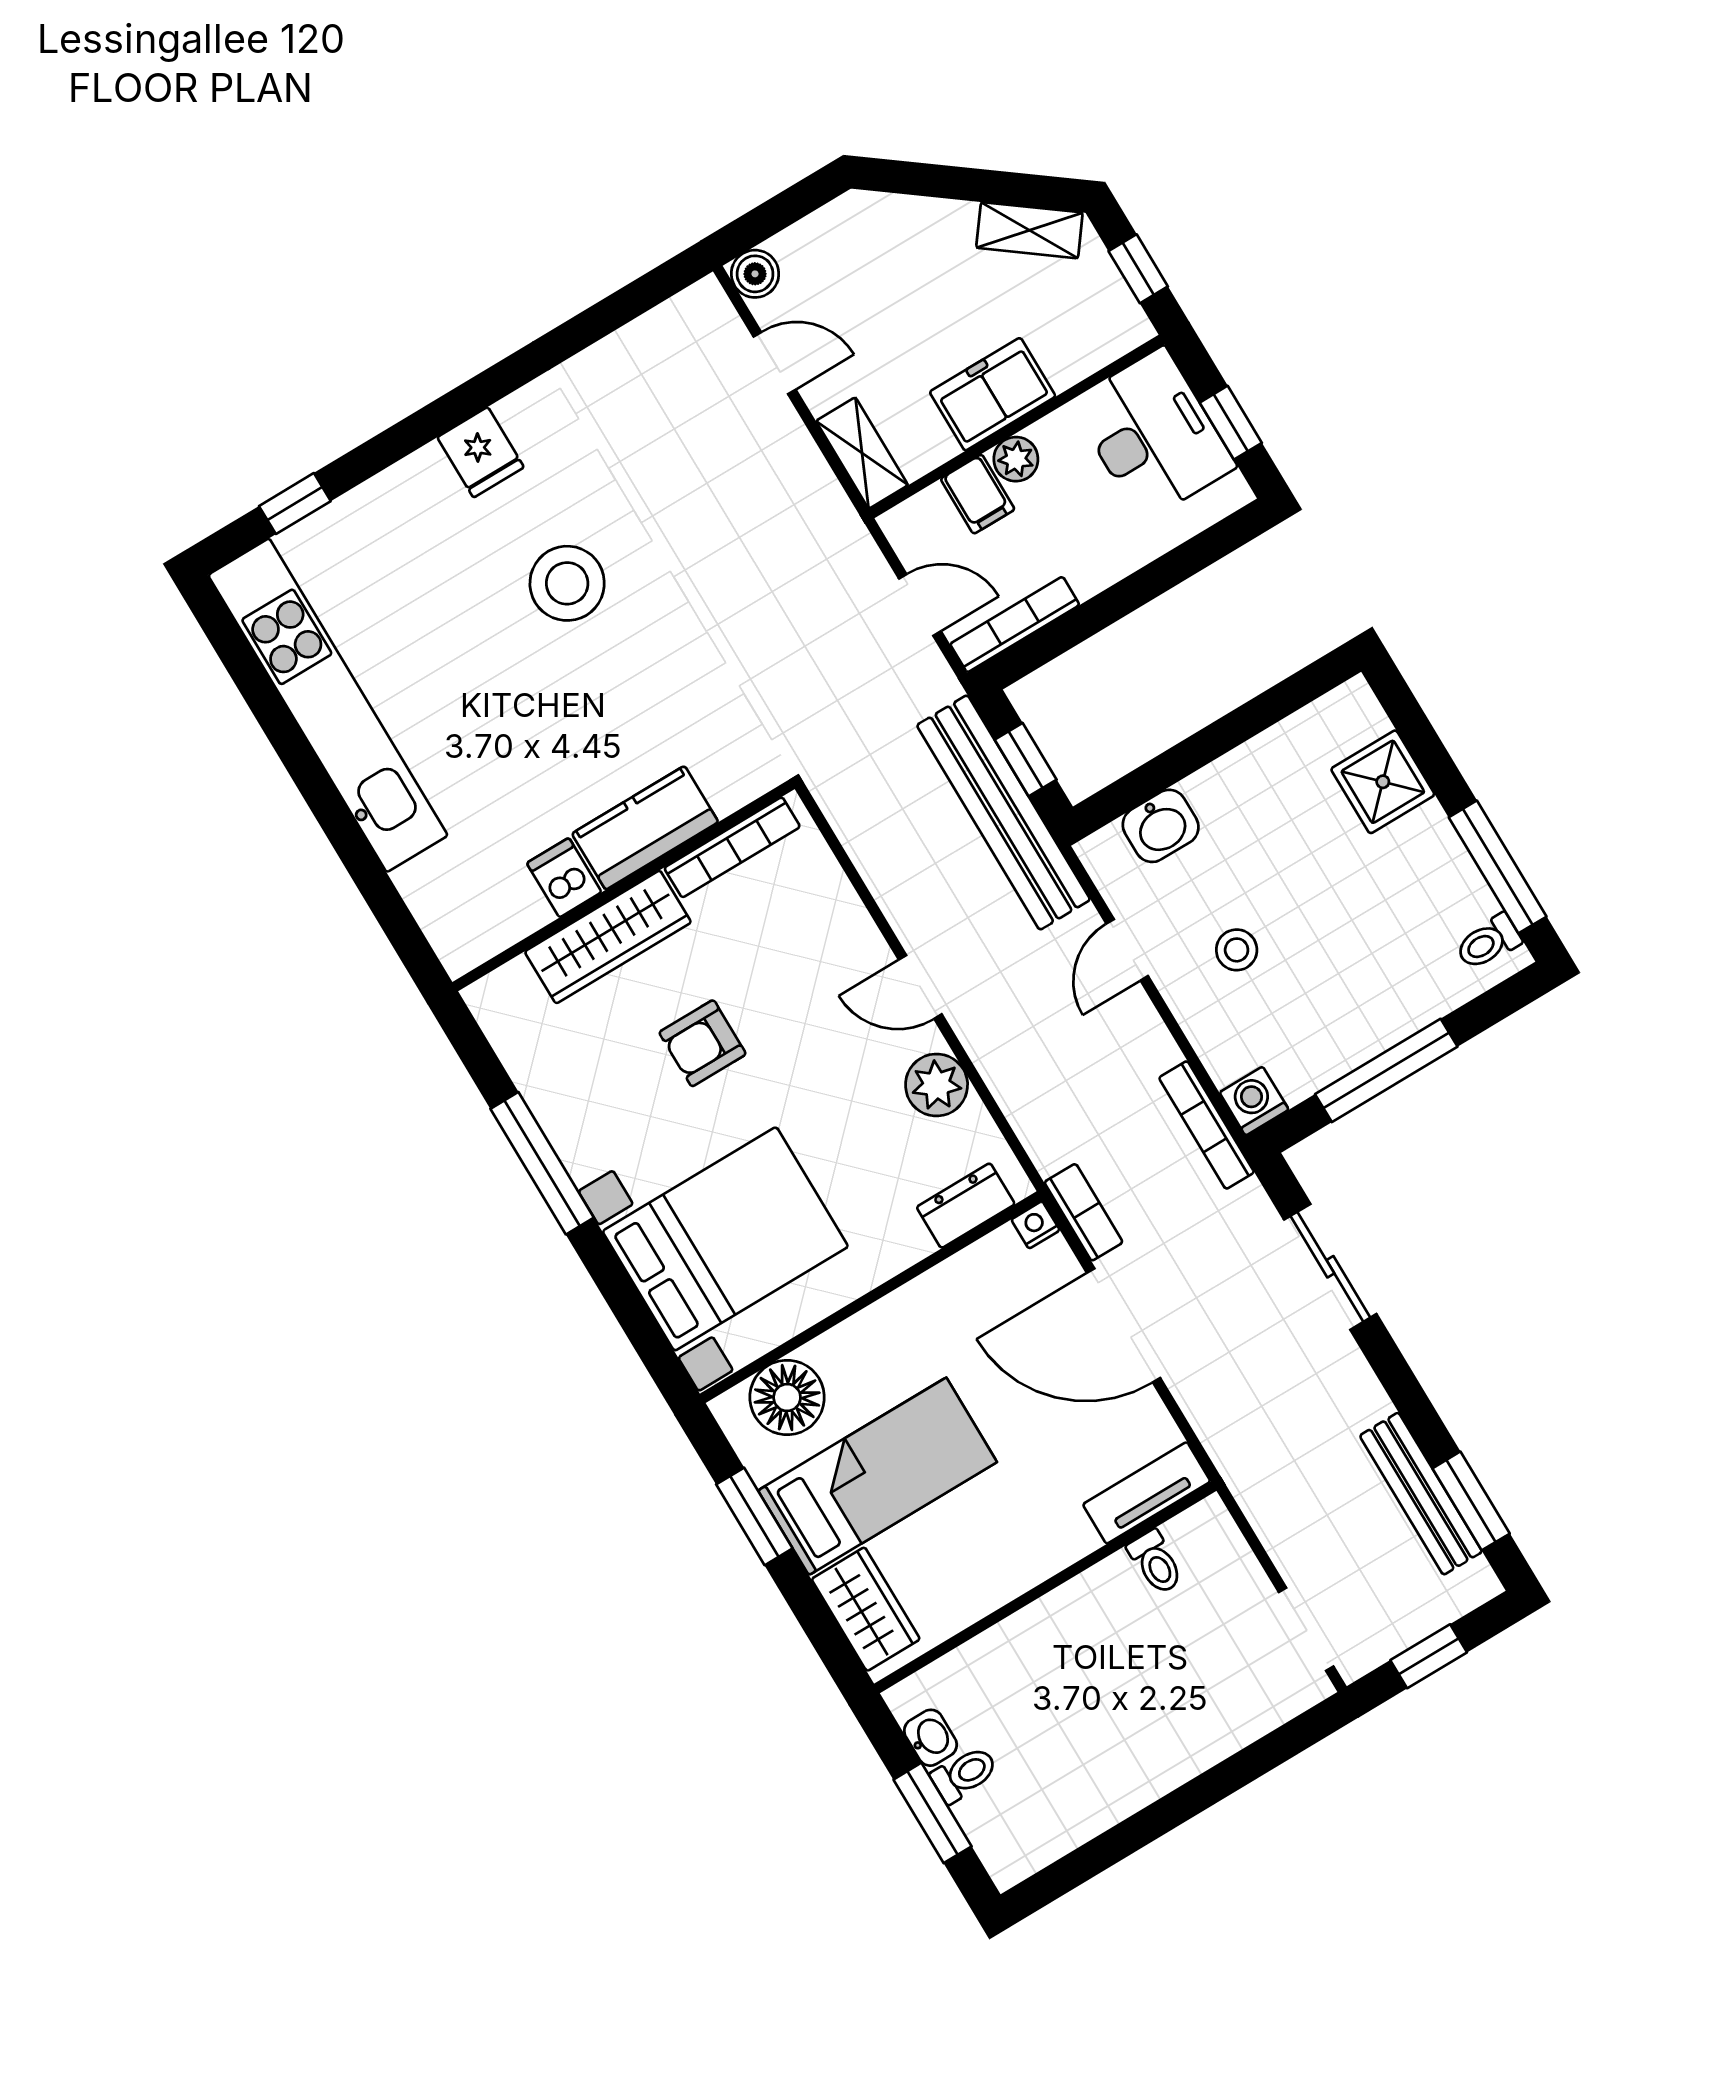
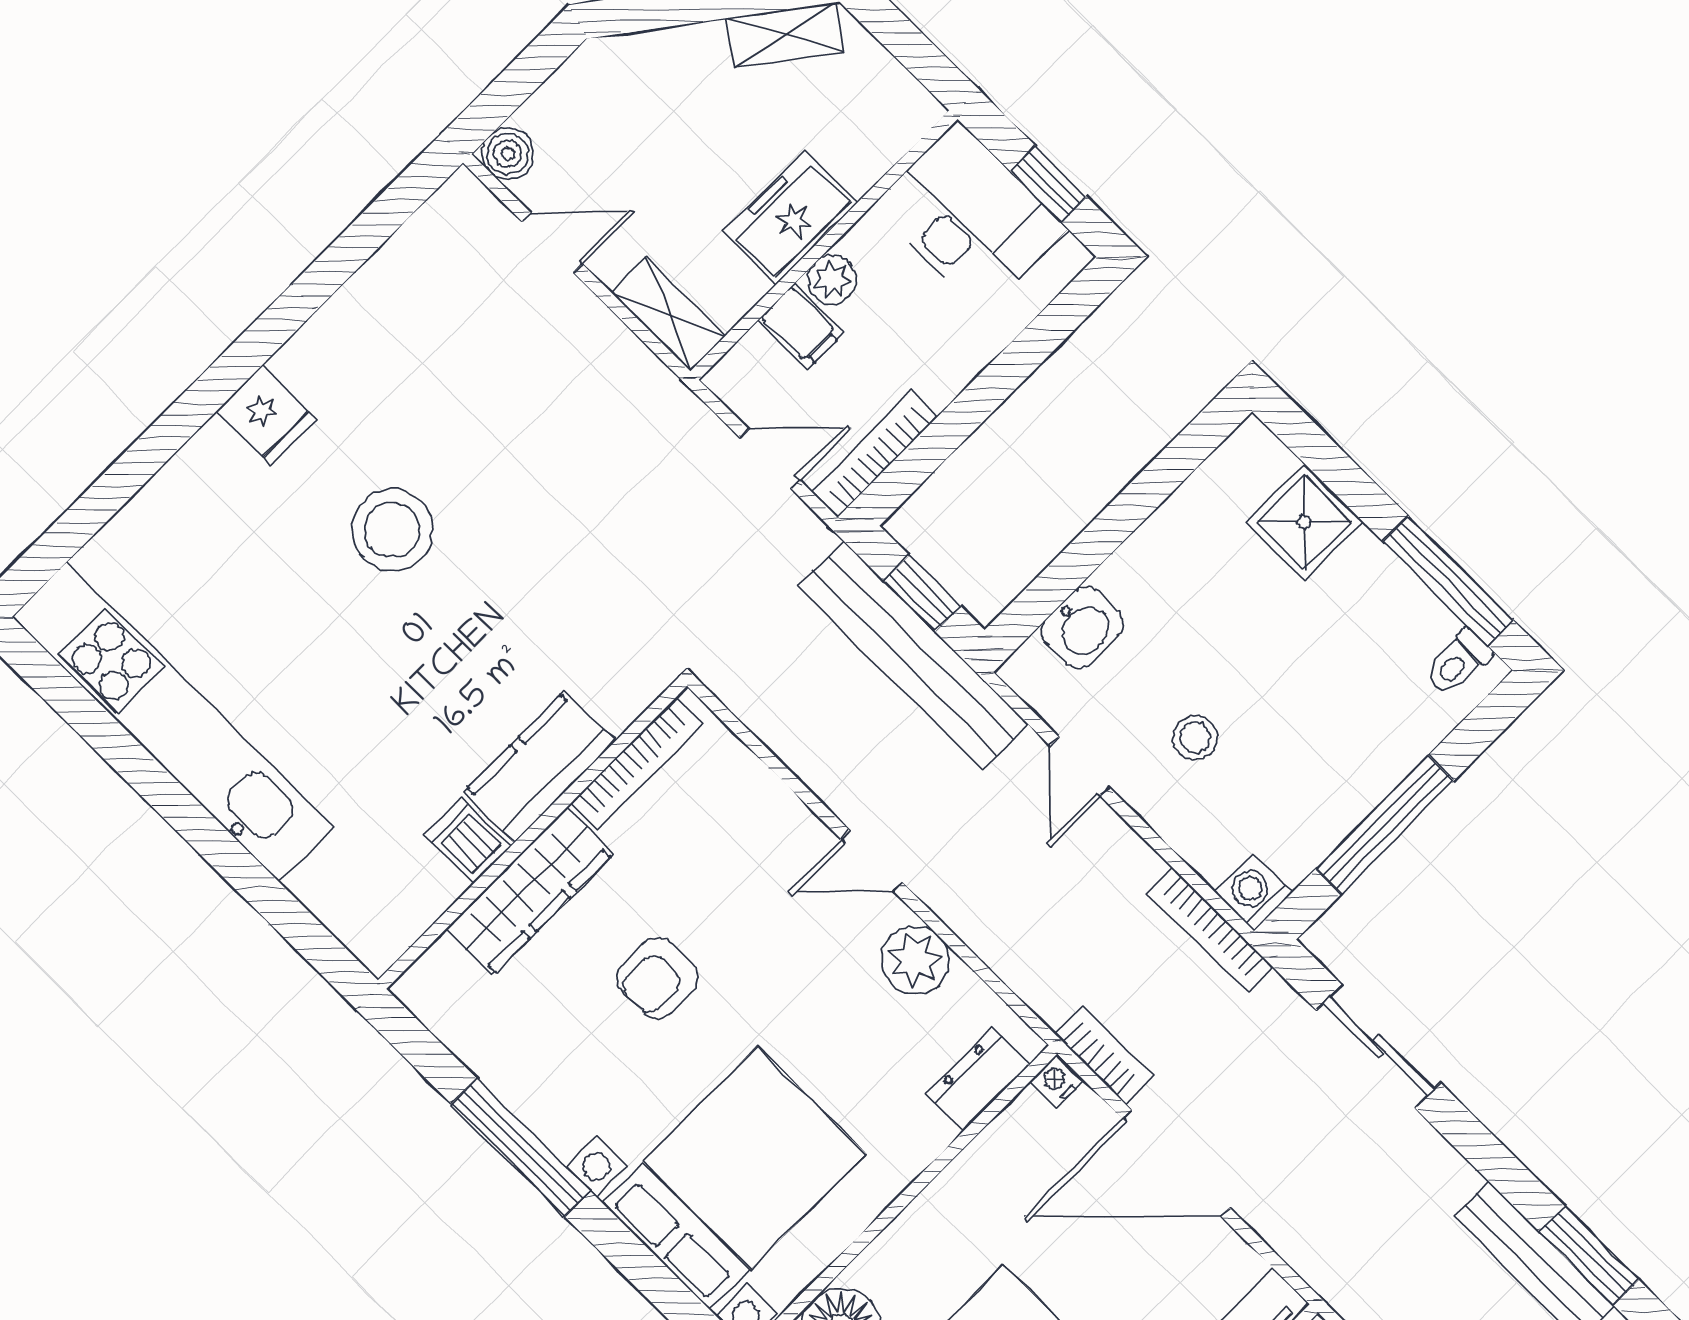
window: (1138, 269) -> (910, 46), removed
window: (295, 504) -> (84, 518), removed

